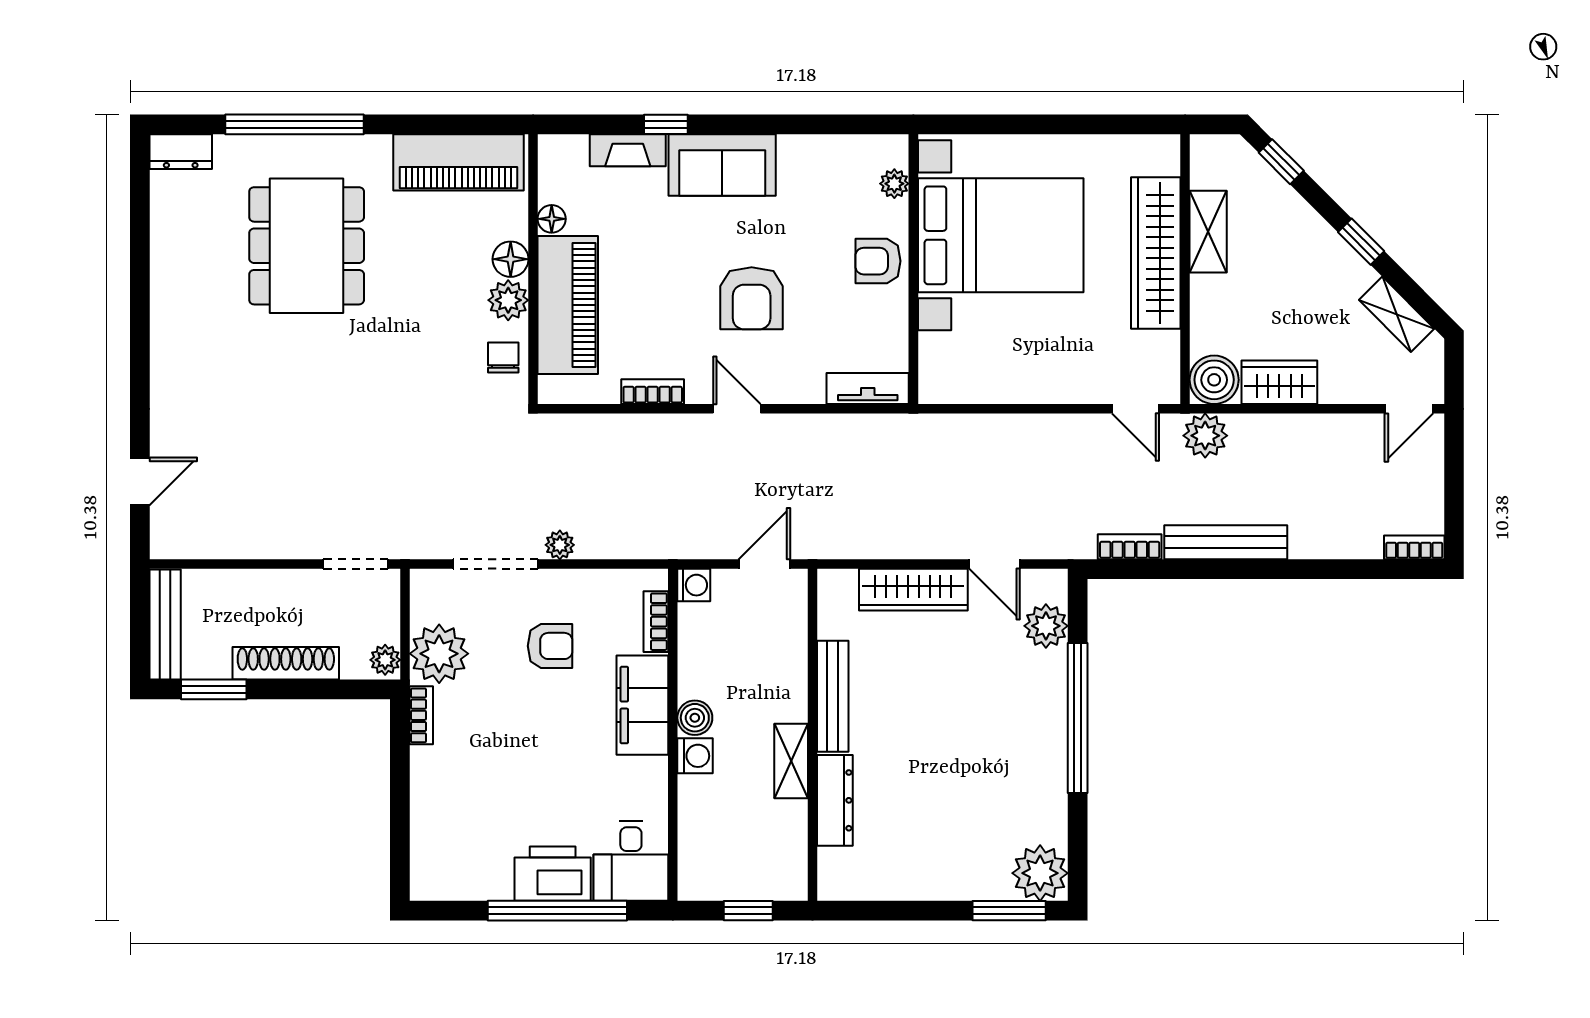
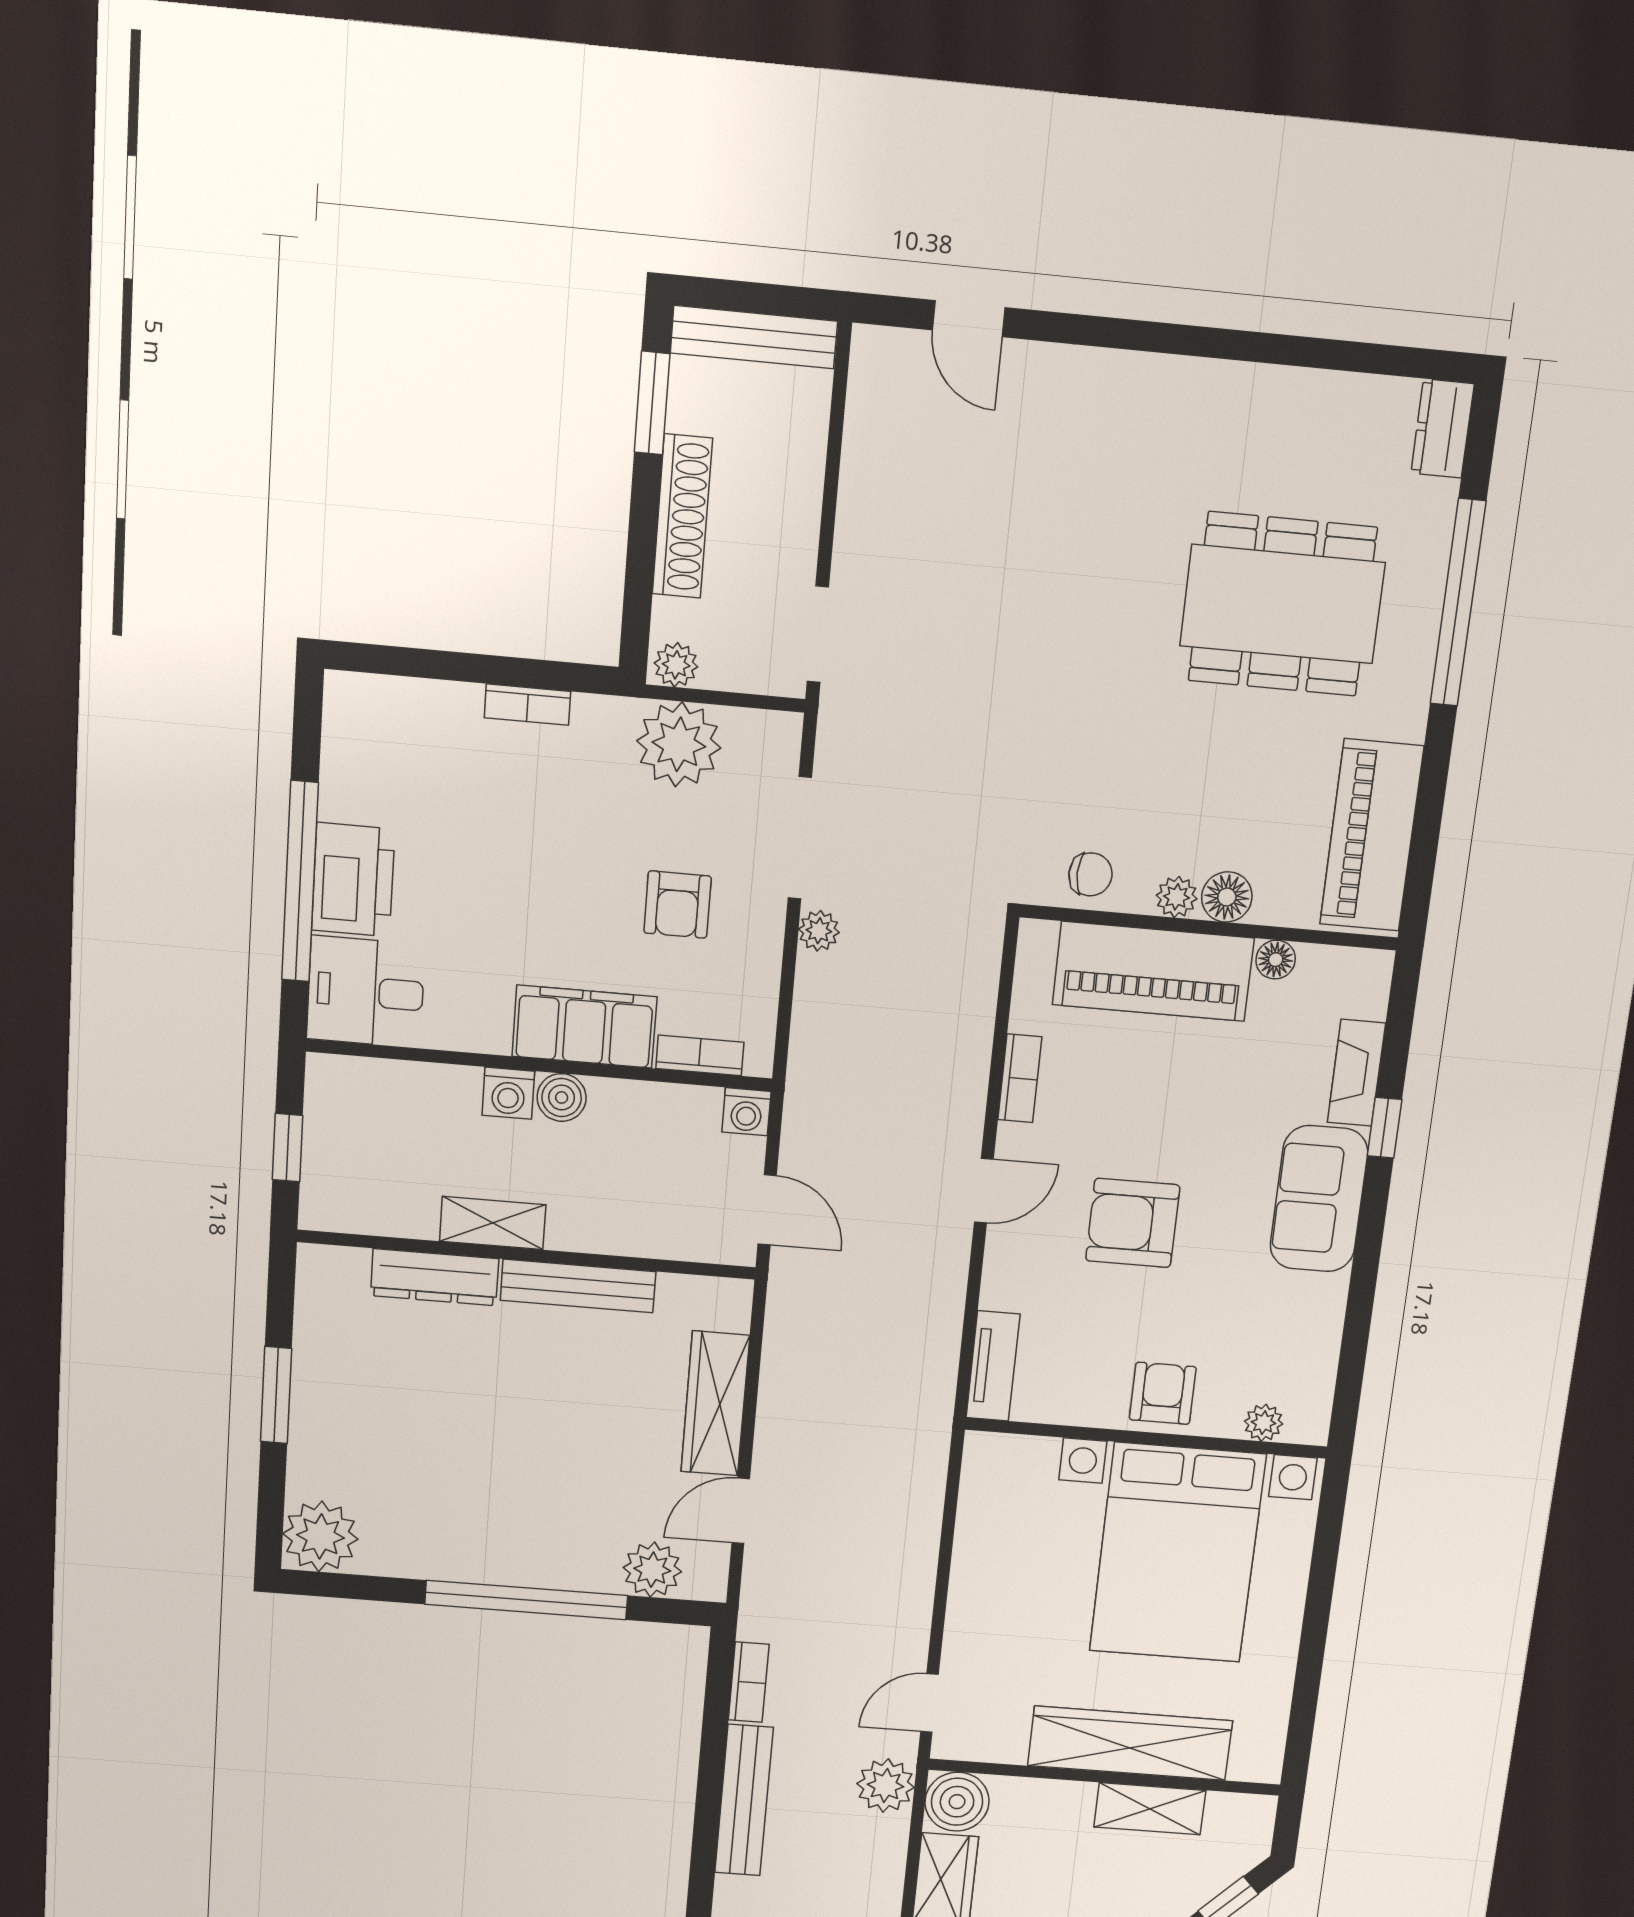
plant: (508, 300) -> (1177, 897), width x0.73, depth x0.73
bookcase: (421, 715) -> (527, 705), moved
window: (1009, 911) -> (276, 1395), moved

